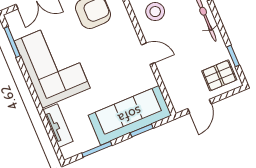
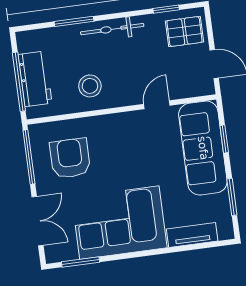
door: (148, 54) -> (157, 105), moved
pallet: (219, 75) -> (184, 31), turned 90

